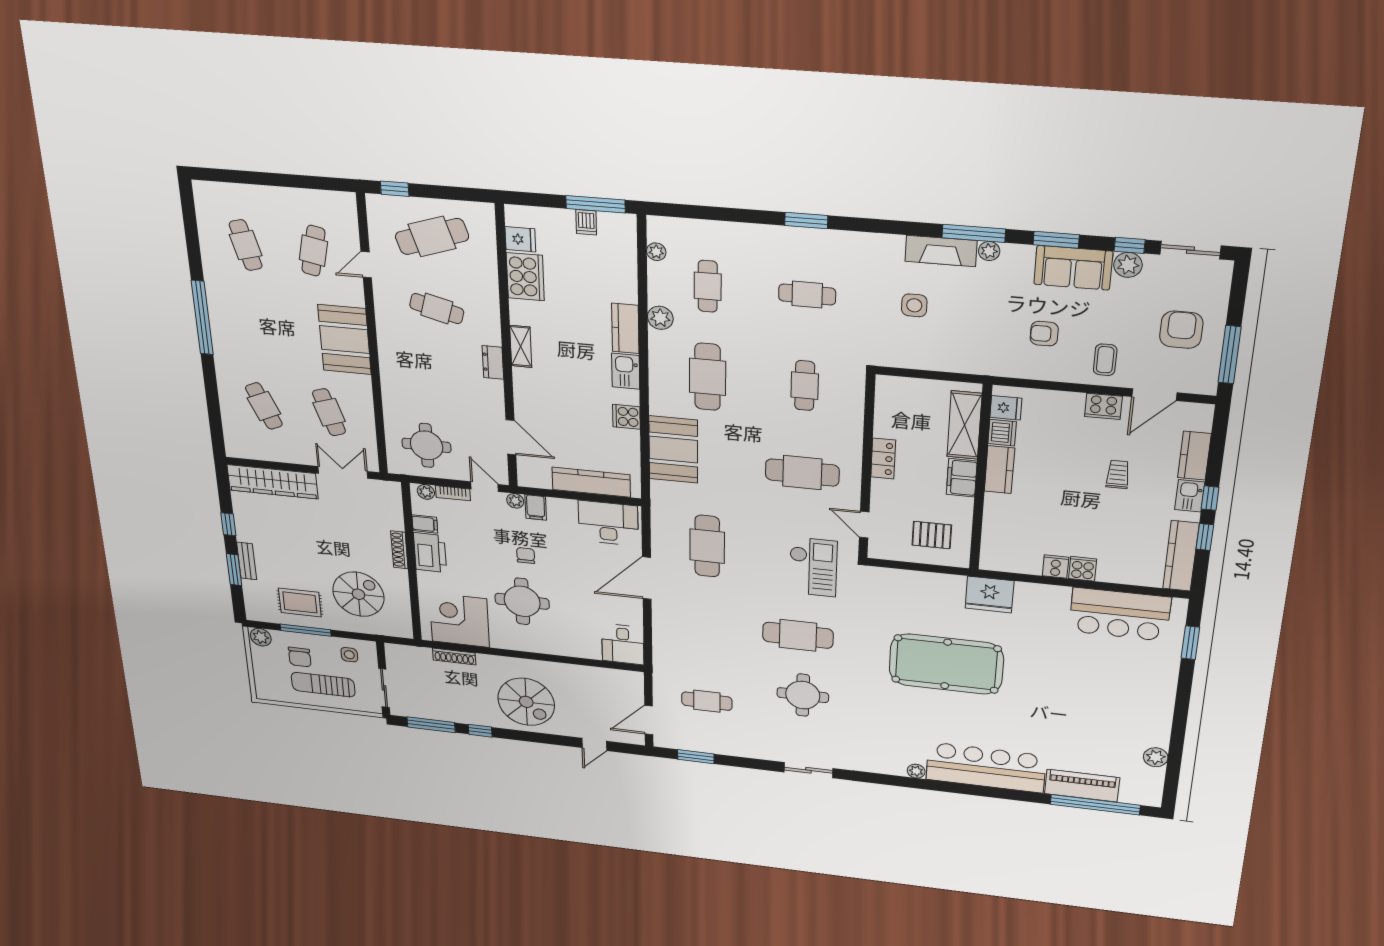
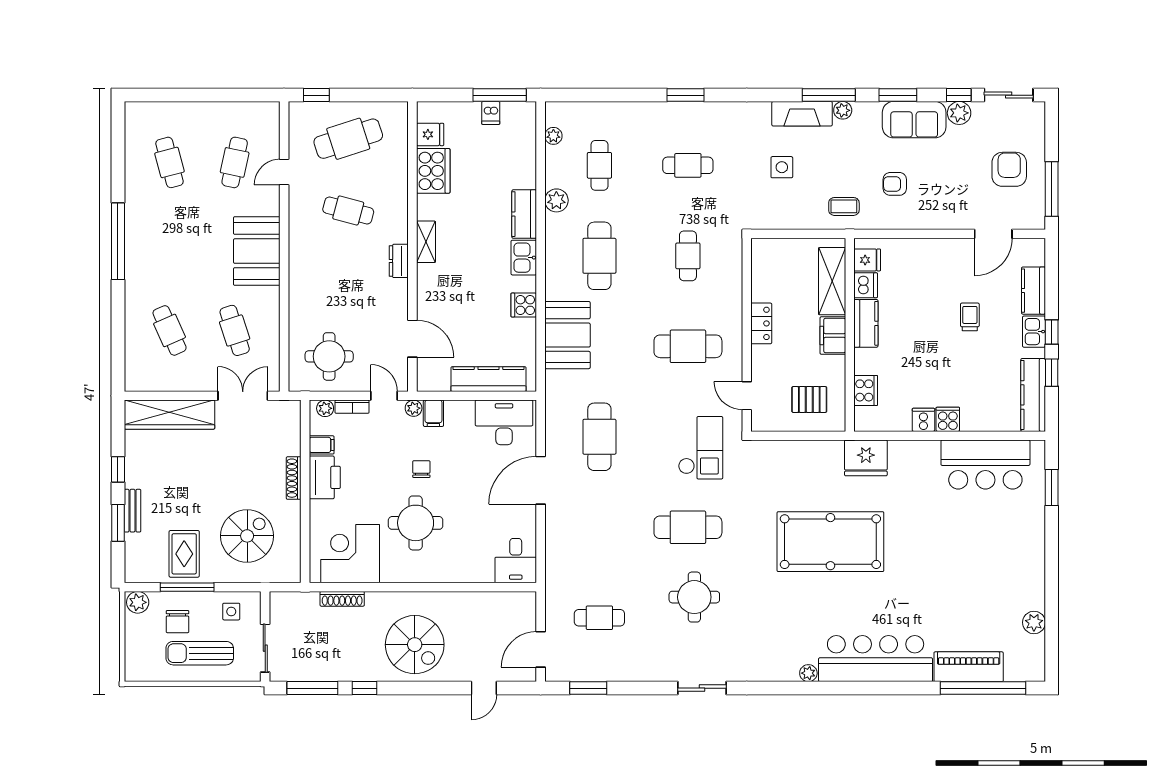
coffee table: (1105, 360) -> (844, 206), moved, turned 90
cooker: (1103, 406) -> (866, 390), moved, turned -90
rug: (300, 602) -> (184, 554), turned 90

